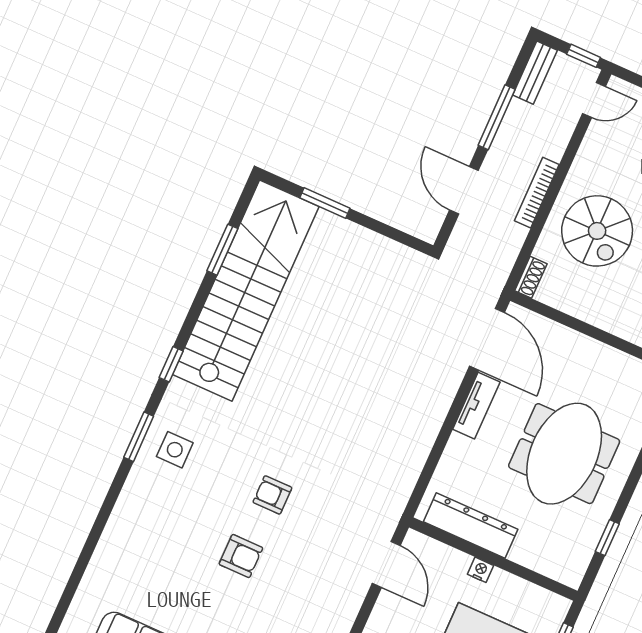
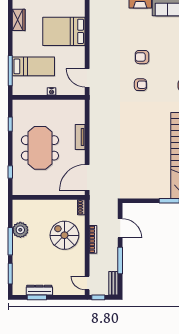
door: (594, 100) -> (87, 283), hinge flipped
door: (487, 339) -> (87, 177), hinge flipped
tv unit: (476, 406) -> (80, 137), moved
dresser: (471, 526) -> (62, 106), removed

